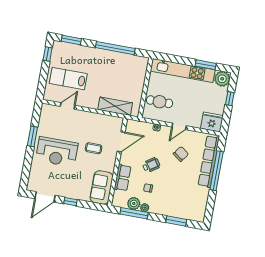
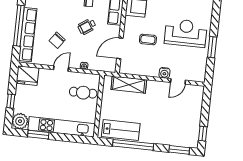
lab bench: (68, 79) -> (121, 130), moved
water cooler: (80, 115) -> (164, 73), added

